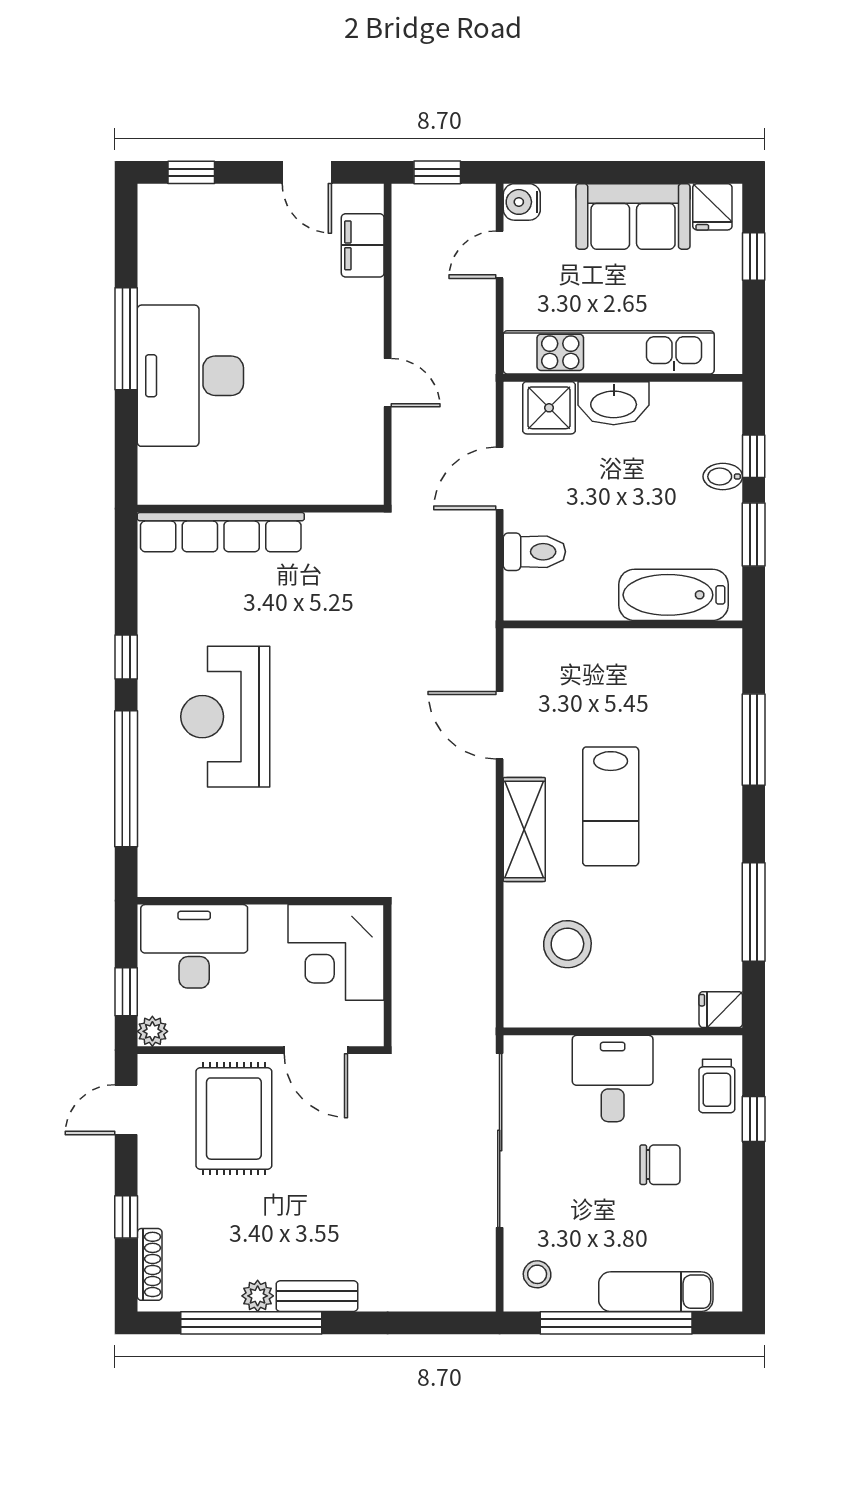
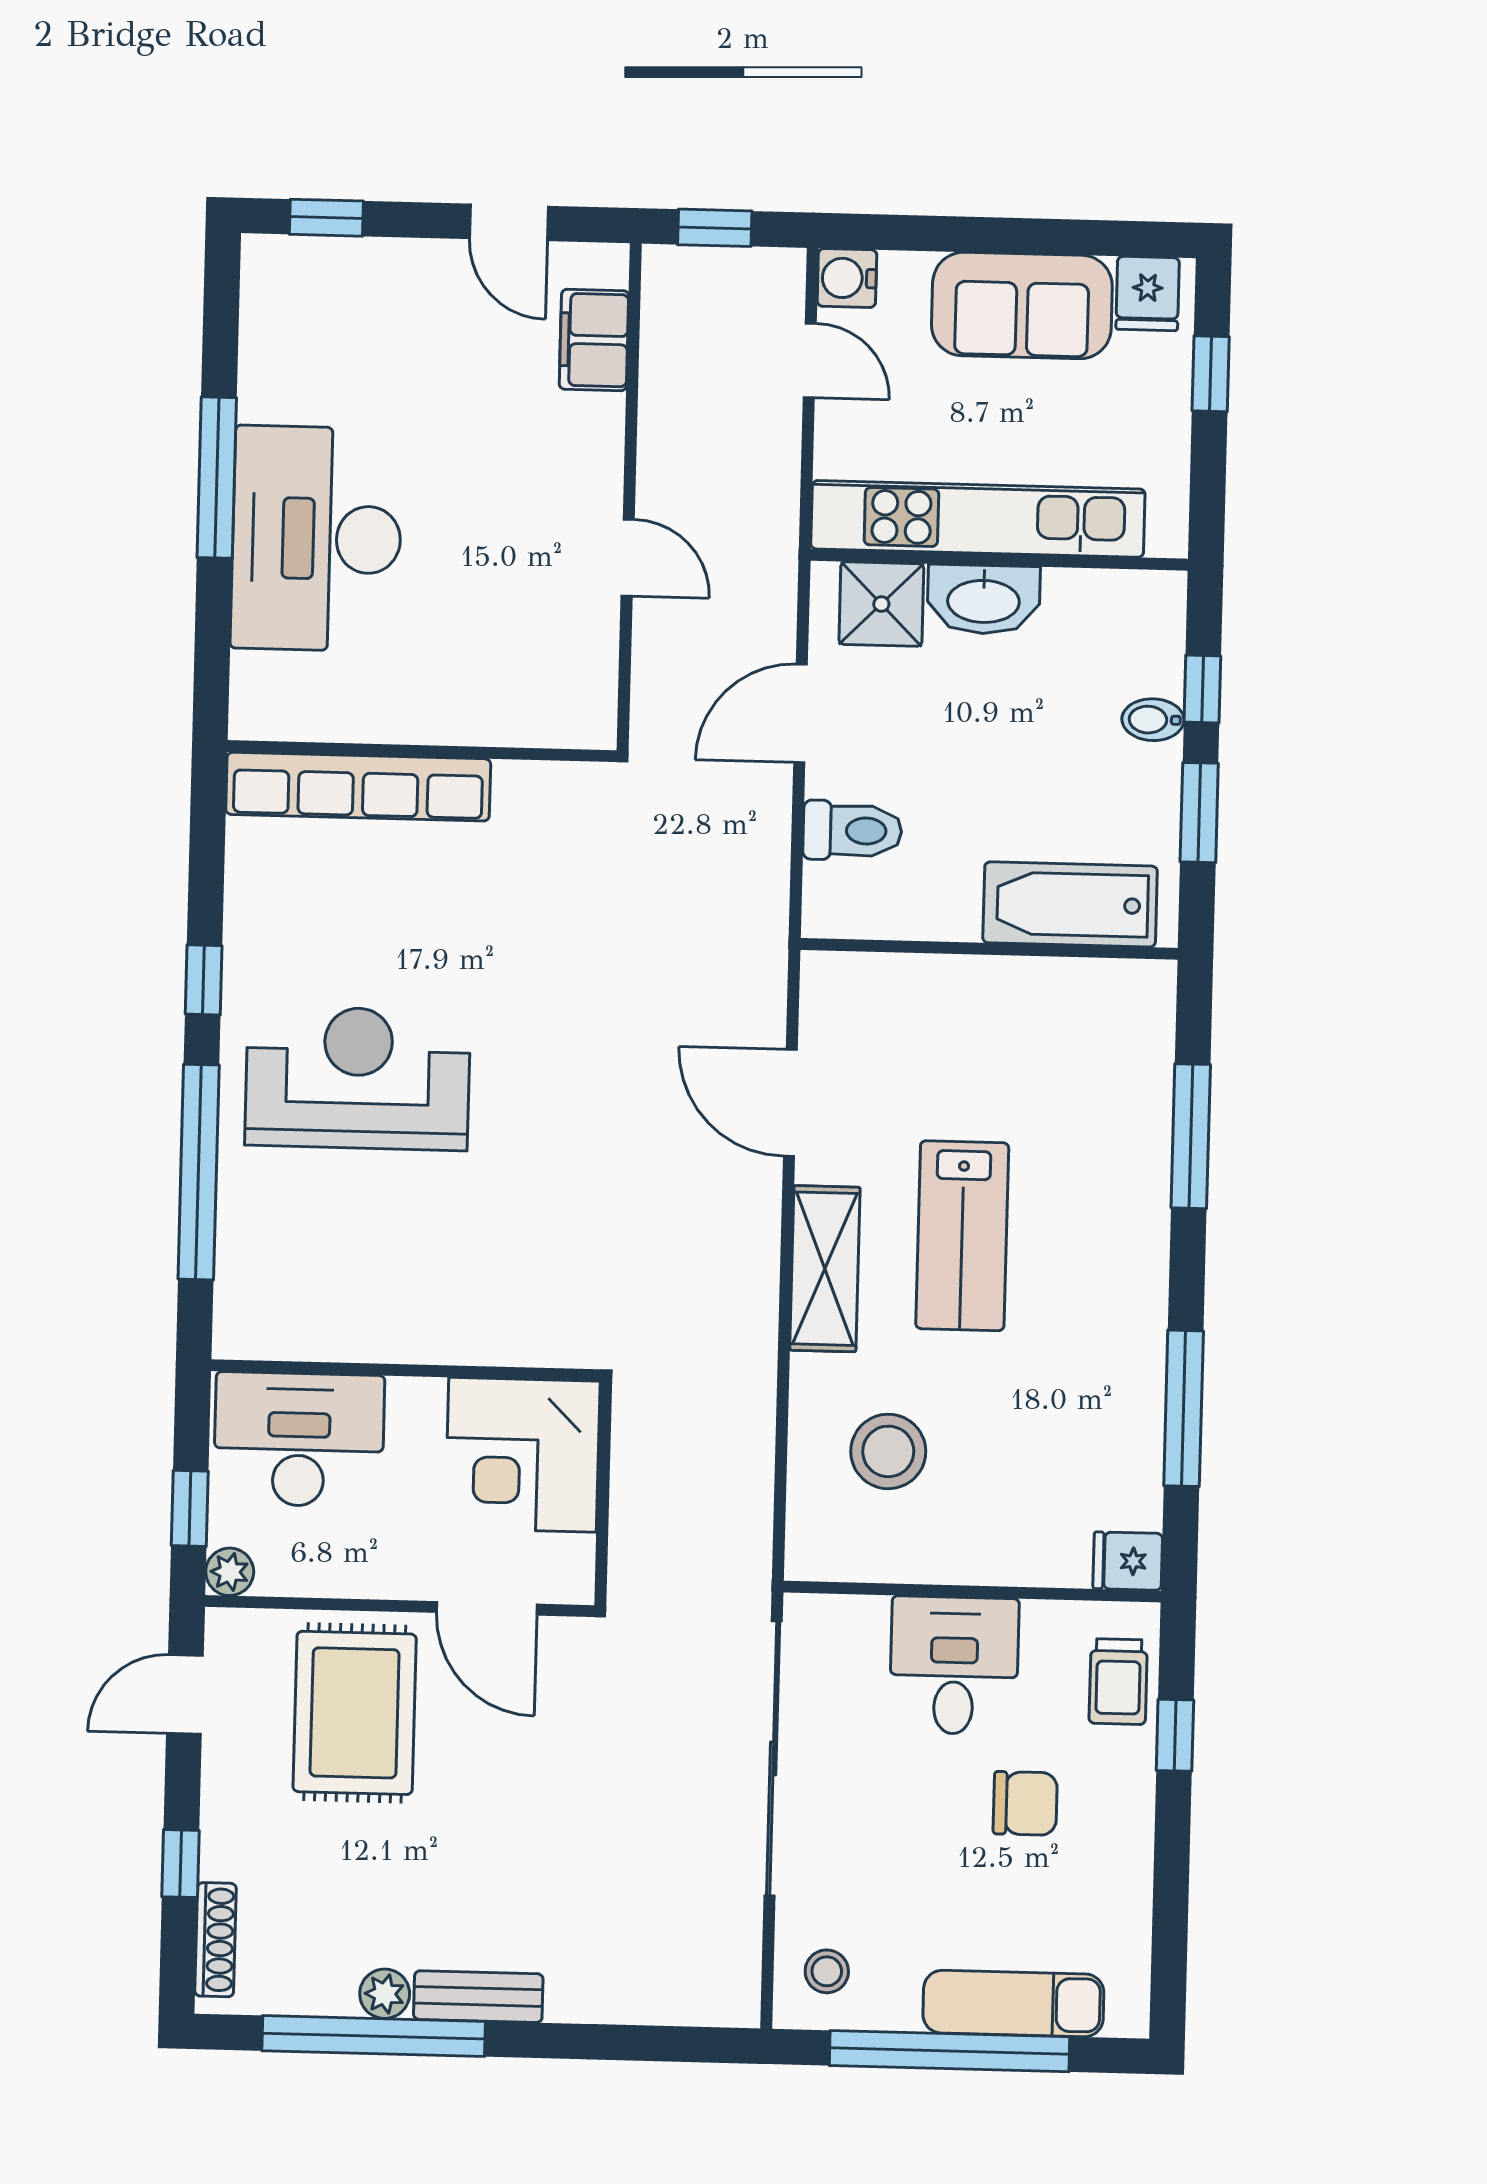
door: (500, 255) -> (810, 360), swing flipped
reception desk: (225, 717) -> (358, 1078), turned 90

